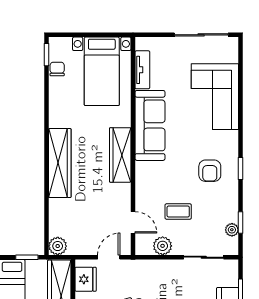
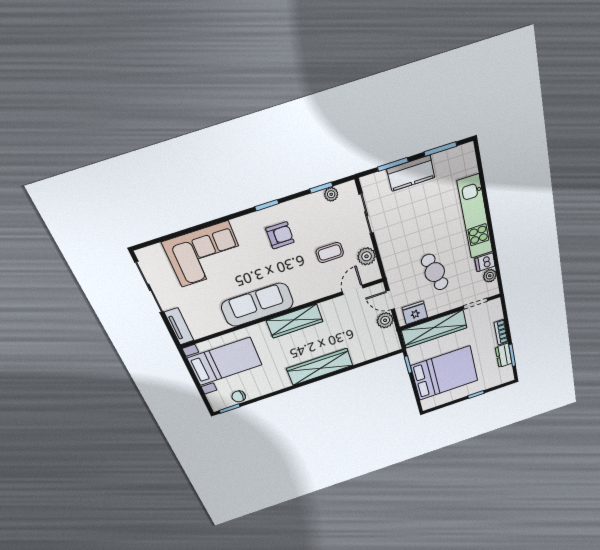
tv unit: (142, 70) -> (179, 326), moved, turned 90
coffee table: (178, 211) -> (330, 253), turned 90
plant: (58, 246) -> (385, 320), moved

